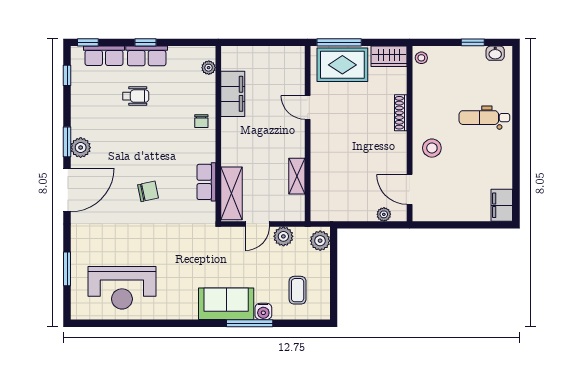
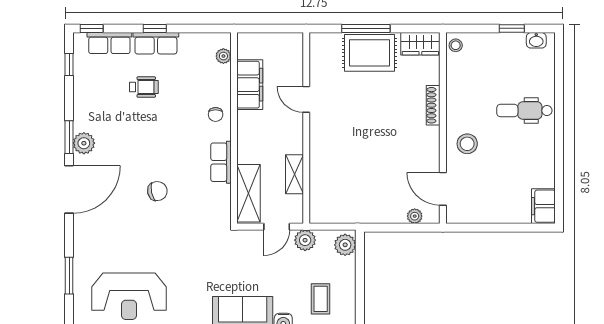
door: (308, 107) -> (306, 99), moved
wall: (308, 134) -> (306, 128), moved
shelving: (297, 176) -> (294, 174), moved
row of seats: (206, 182) -> (221, 162), moved

